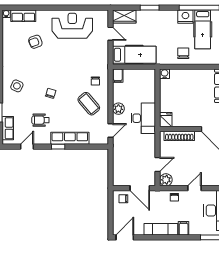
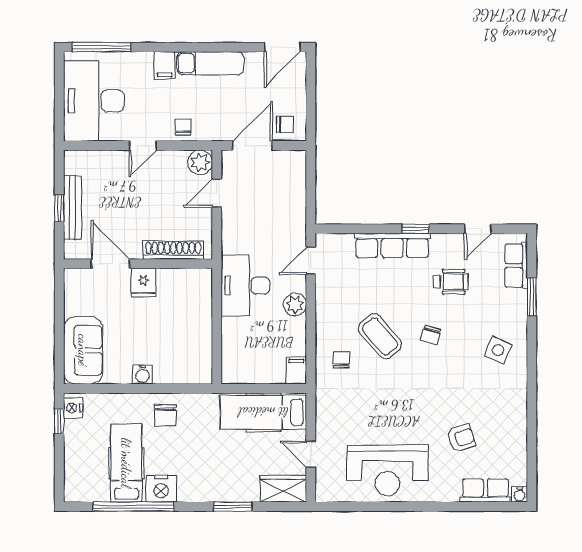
water cooler: (165, 74) -> (142, 374), moved
coffee table: (89, 104) -> (380, 336), moved
fridge: (166, 120) -> (143, 283), moved
door: (140, 188) -> (252, 146), hinge flipped

